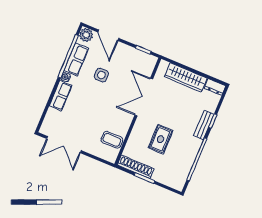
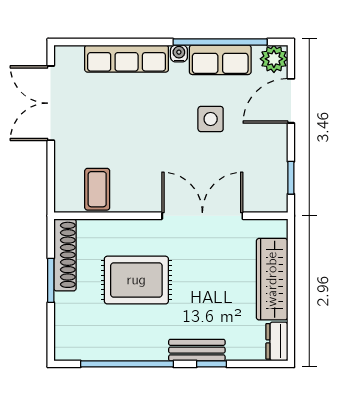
row of seats: (61, 96) -> (127, 59), width x1.48
rug: (160, 139) -> (136, 280), width x1.36, depth x1.43

